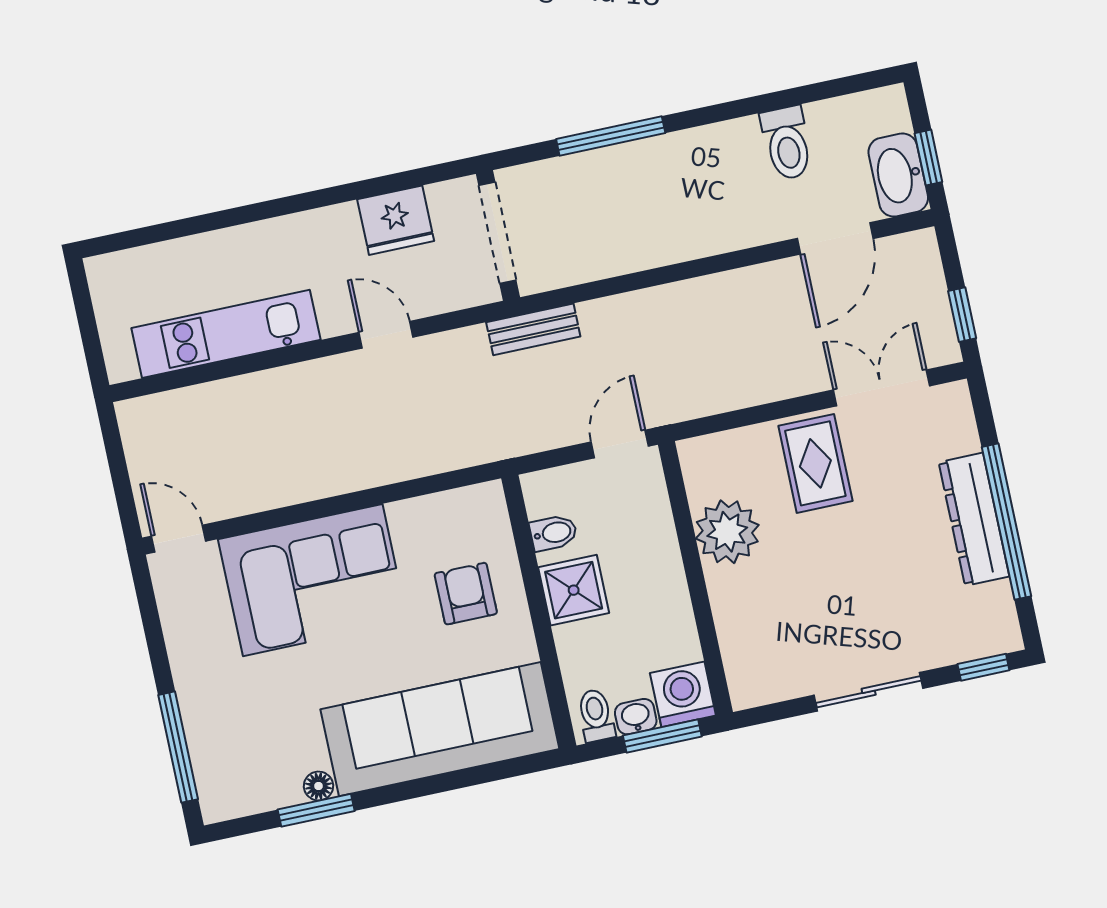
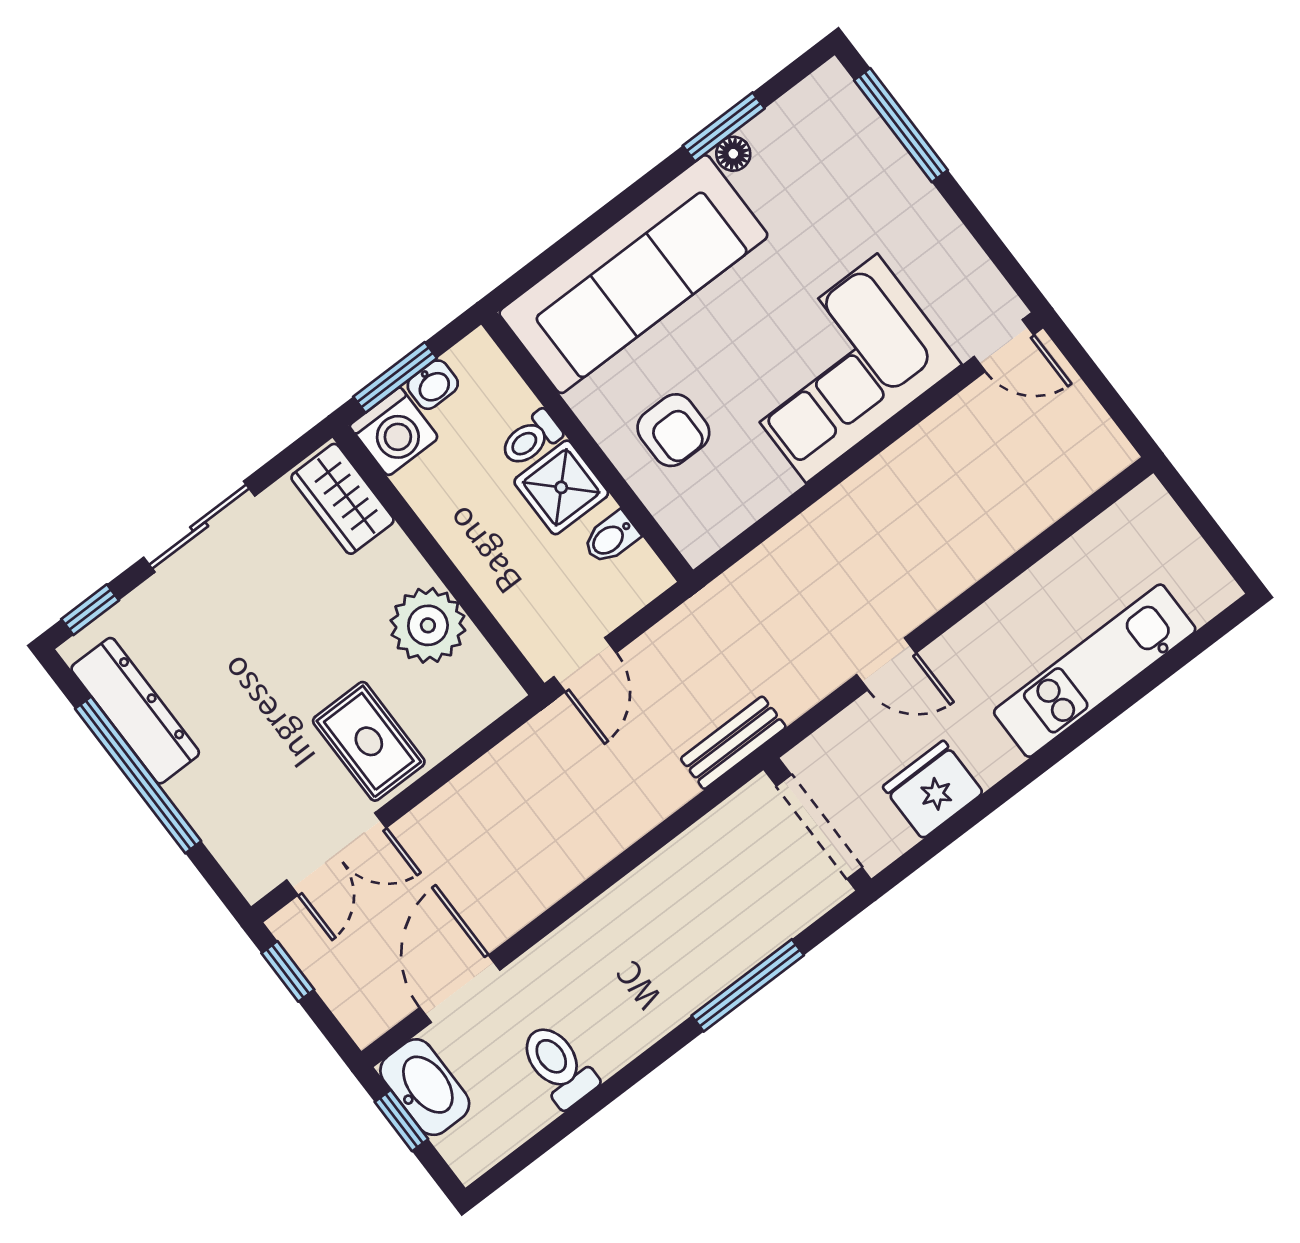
kitchen unit: (226, 334) -> (1095, 671), moved, turned 180
dresser: (974, 519) -> (135, 711), moved
wardrobe: (747, 661) -> (343, 499), added
toilet: (596, 715) -> (531, 439), moved, turned 90

